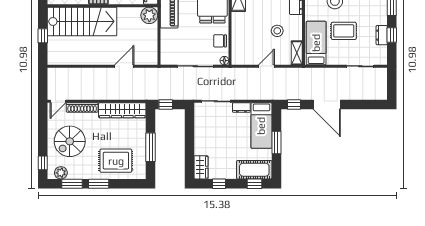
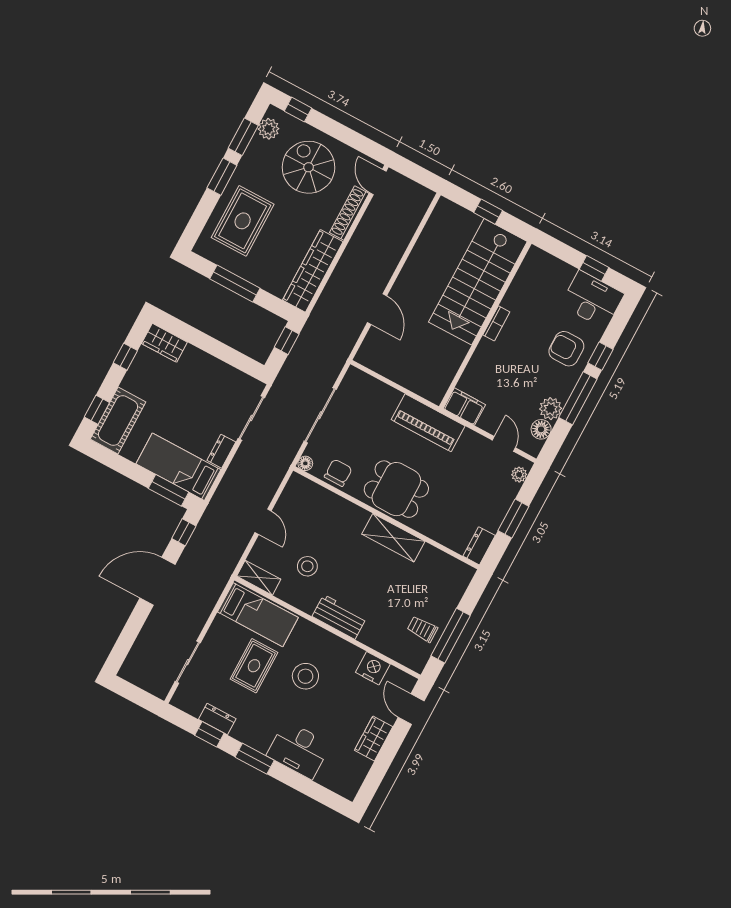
plant: (149, 15) -> (433, 387), removed
window: (276, 143) -> (168, 490), moved

